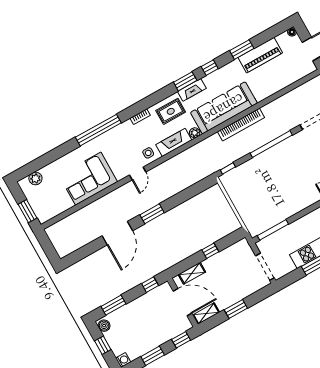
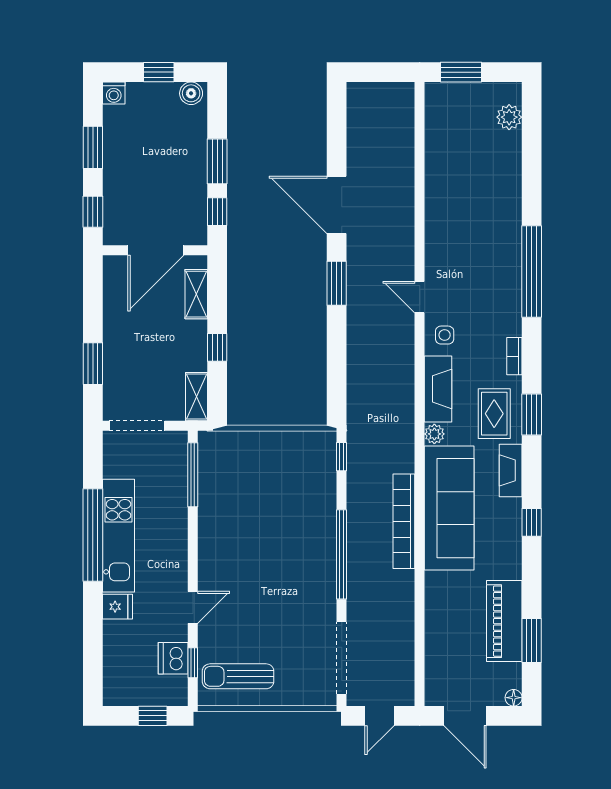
window: (242, 50) -> (532, 640), moved
window: (185, 81) -> (532, 414), moved
corner sofa: (88, 179) -> (458, 208), removed
window: (113, 305) -> (217, 161), moved
window: (236, 309) -> (93, 364), moved
shelving: (206, 314) -> (196, 397), moved

